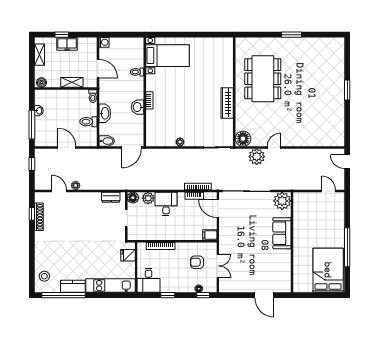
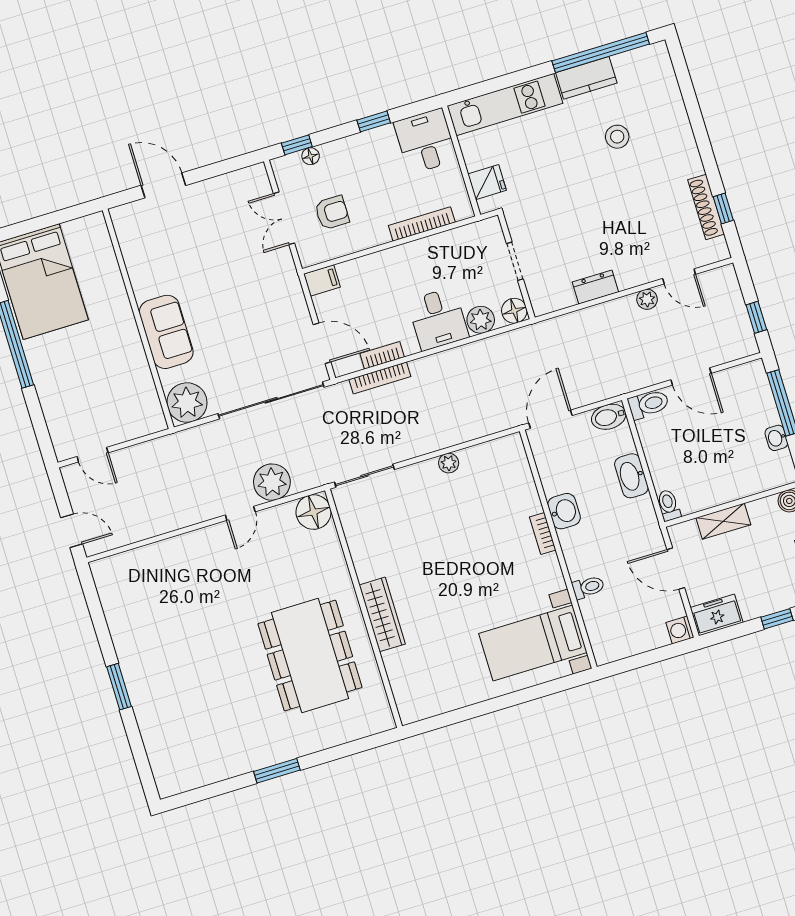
freezer: (67, 44) -> (717, 615), moved
wardrobe: (227, 103) -> (382, 614), moved
toilet: (88, 122) -> (648, 404), moved
dresser: (111, 197) -> (595, 287), moved
stool: (44, 276) -> (617, 137), moved

